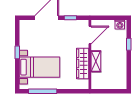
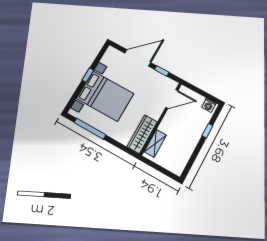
shelving: (96, 61) -> (155, 143), moved
wardrobe: (83, 63) -> (142, 134), moved
bed with nightstands: (39, 67) -> (105, 96), width x1.36

